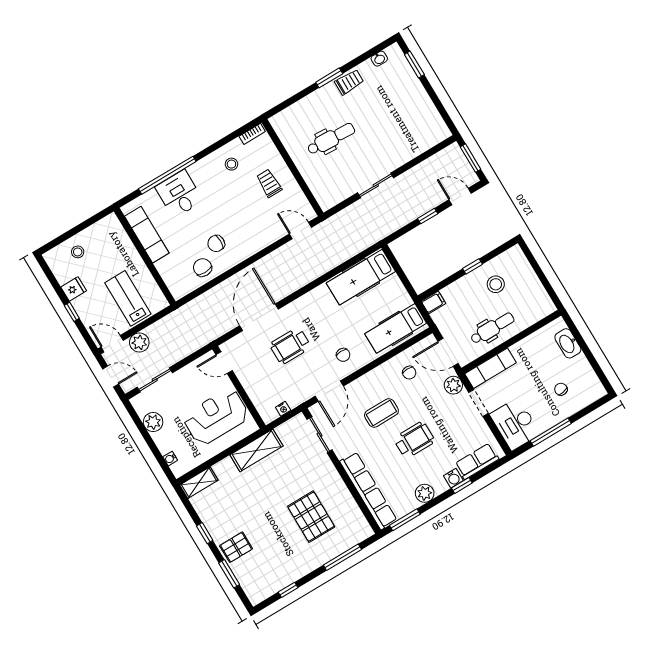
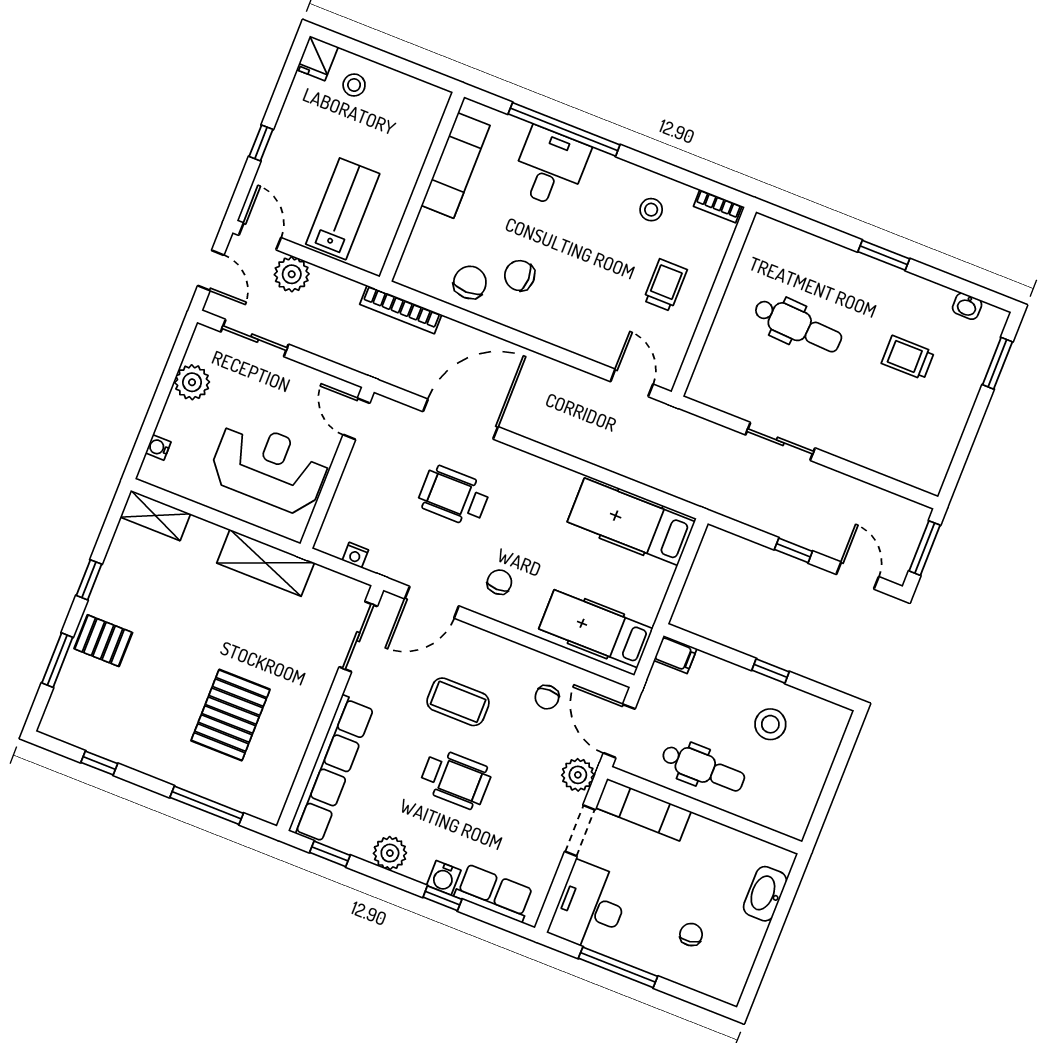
trolley: (349, 82) -> (908, 358), moved, turned 180
fridge: (74, 289) -> (317, 58), moved, turned 90
bookcase: (191, 307) -> (401, 309), added
chair: (343, 355) -> (499, 582), turned 180
window: (405, 520) -> (330, 854), width x0.67

